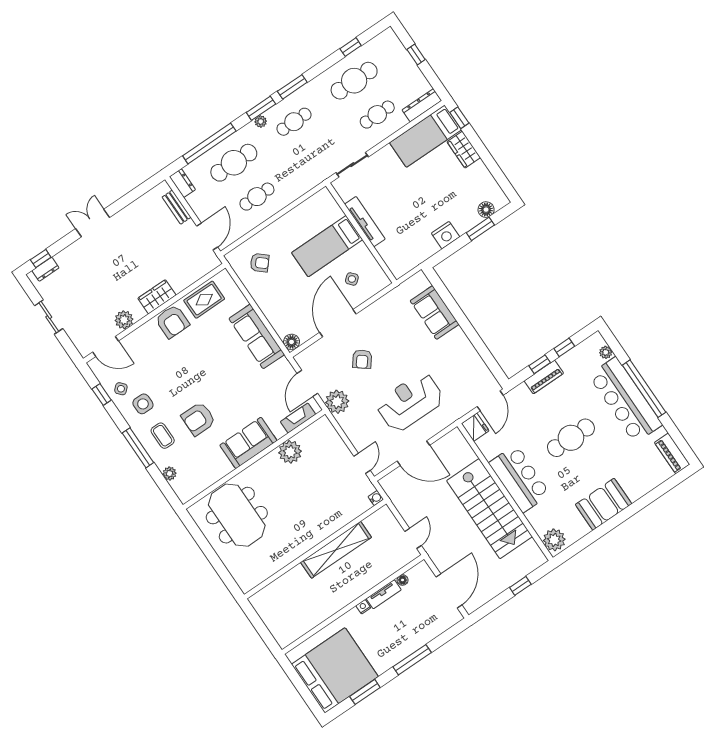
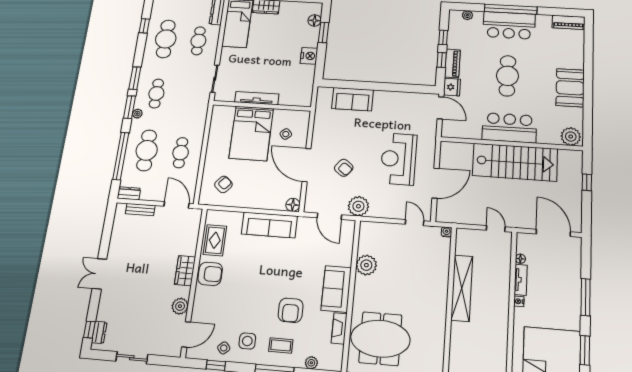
bed: (327, 246) -> (251, 133), width x1.50
bar counter: (625, 400) -> (509, 25), width x0.73
fireplace: (298, 418) -> (339, 328), moved
fridge: (475, 427) -> (452, 87), moved, turned 90

